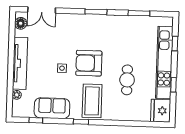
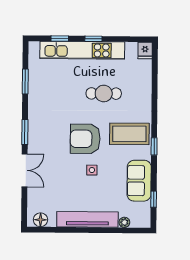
double door: (42, 10) -> (25, 170), moved
armchair: (89, 63) -> (85, 139), turned 90
window: (174, 85) -> (93, 39), moved
fridge: (161, 111) -> (145, 50), width x0.53, depth x0.75

